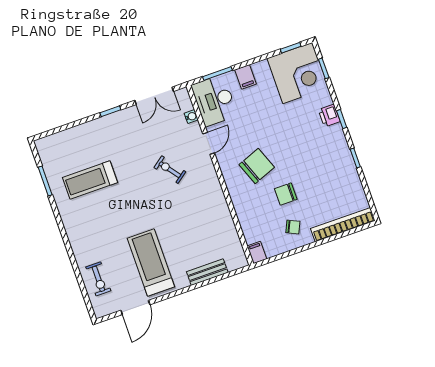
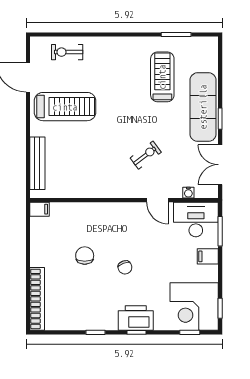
printer: (329, 116) -> (136, 318), width x1.87, depth x1.48
exercise mat: (105, 131) -> (203, 107), added
chair: (257, 166) -> (125, 267), moved, width x0.54, depth x0.54
chair: (293, 227) -> (51, 251), removed
bench: (207, 272) -> (37, 163), width x1.36

